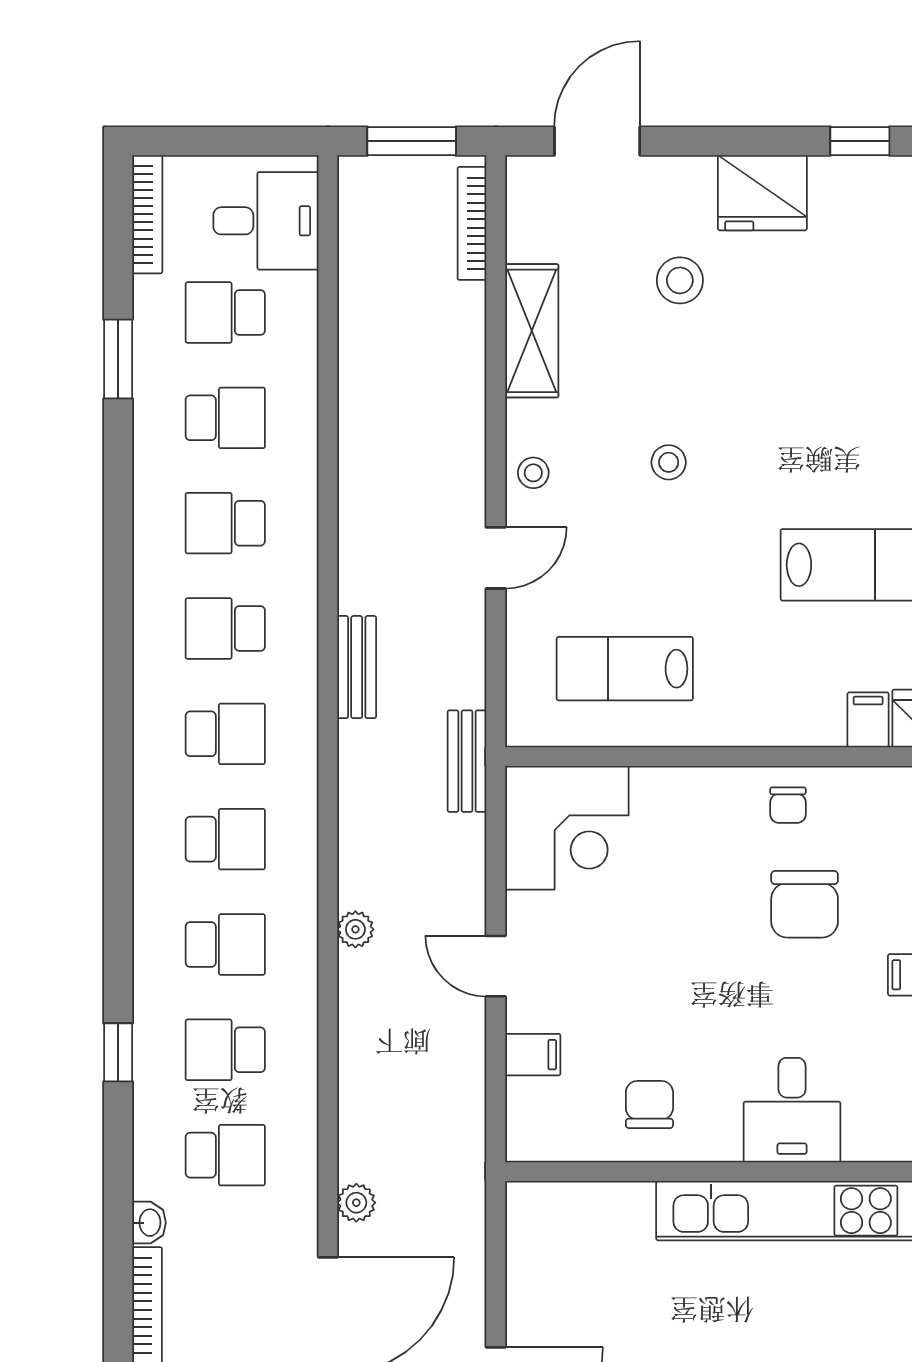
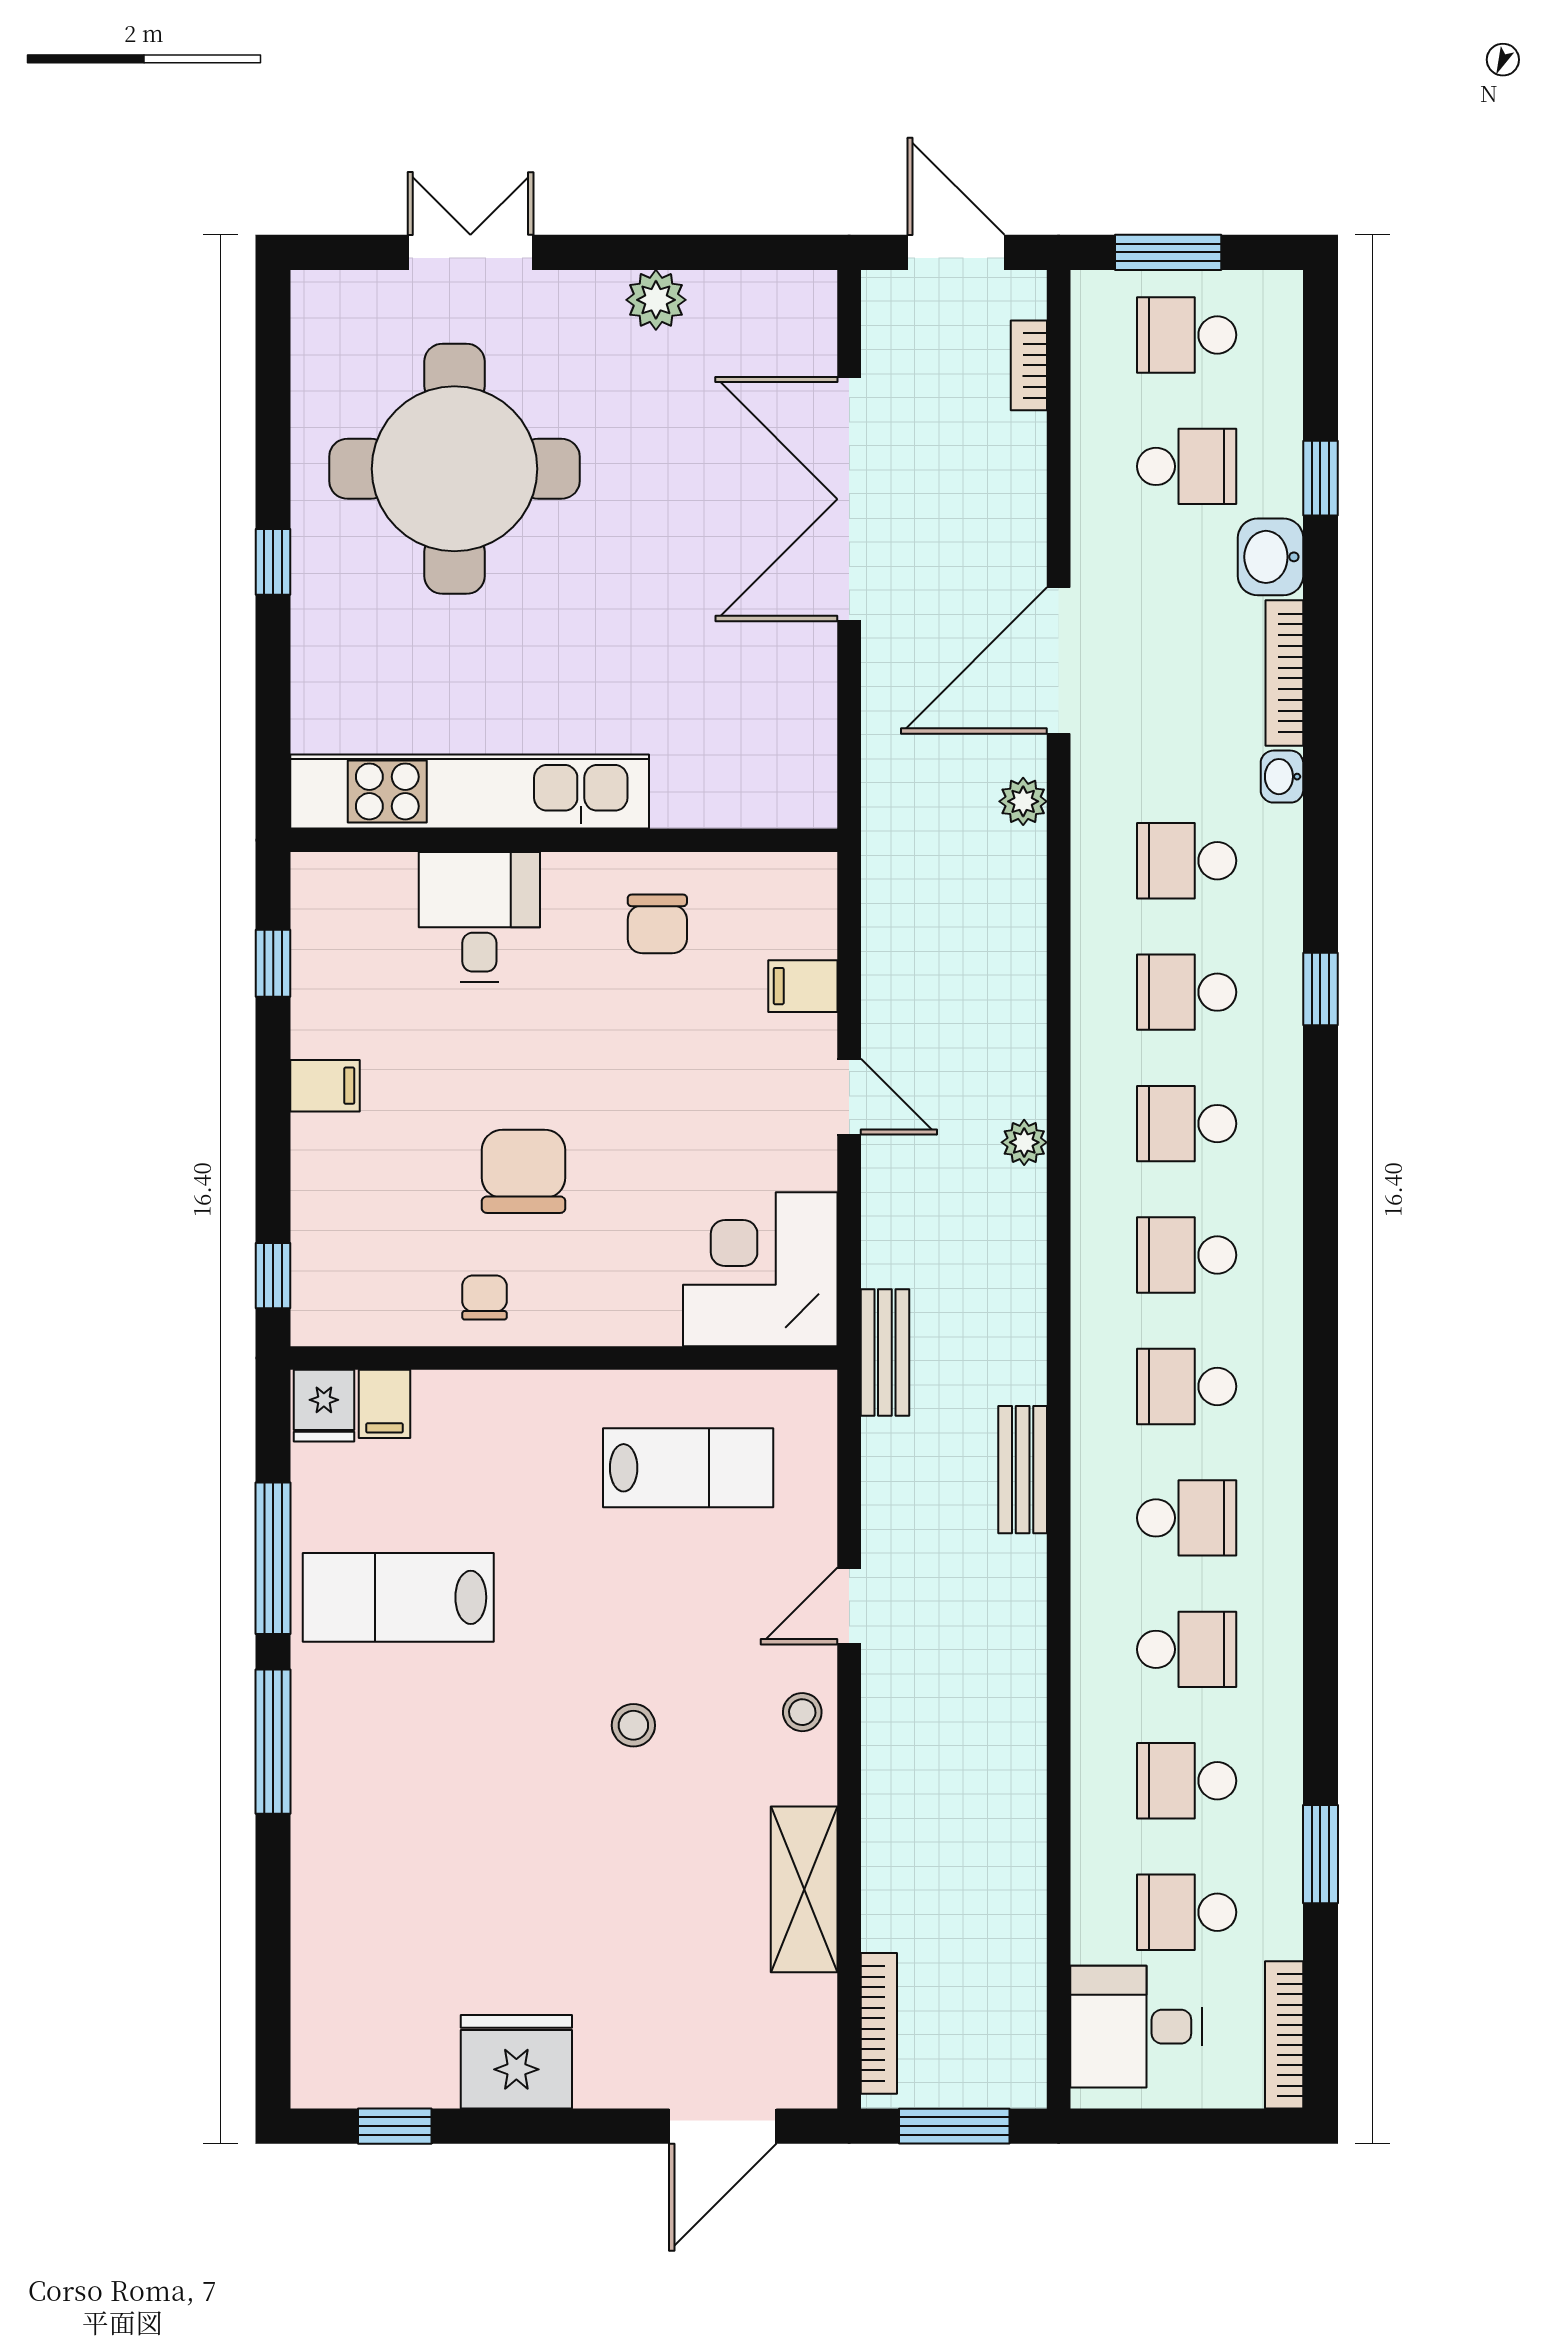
stool: (680, 280) -> (619, 1952), removed
school desk: (225, 313) -> (1187, 1912), turned 180
chair: (805, 904) -> (524, 1171), moved
school desk: (225, 1050) -> (1187, 992), turned 180

